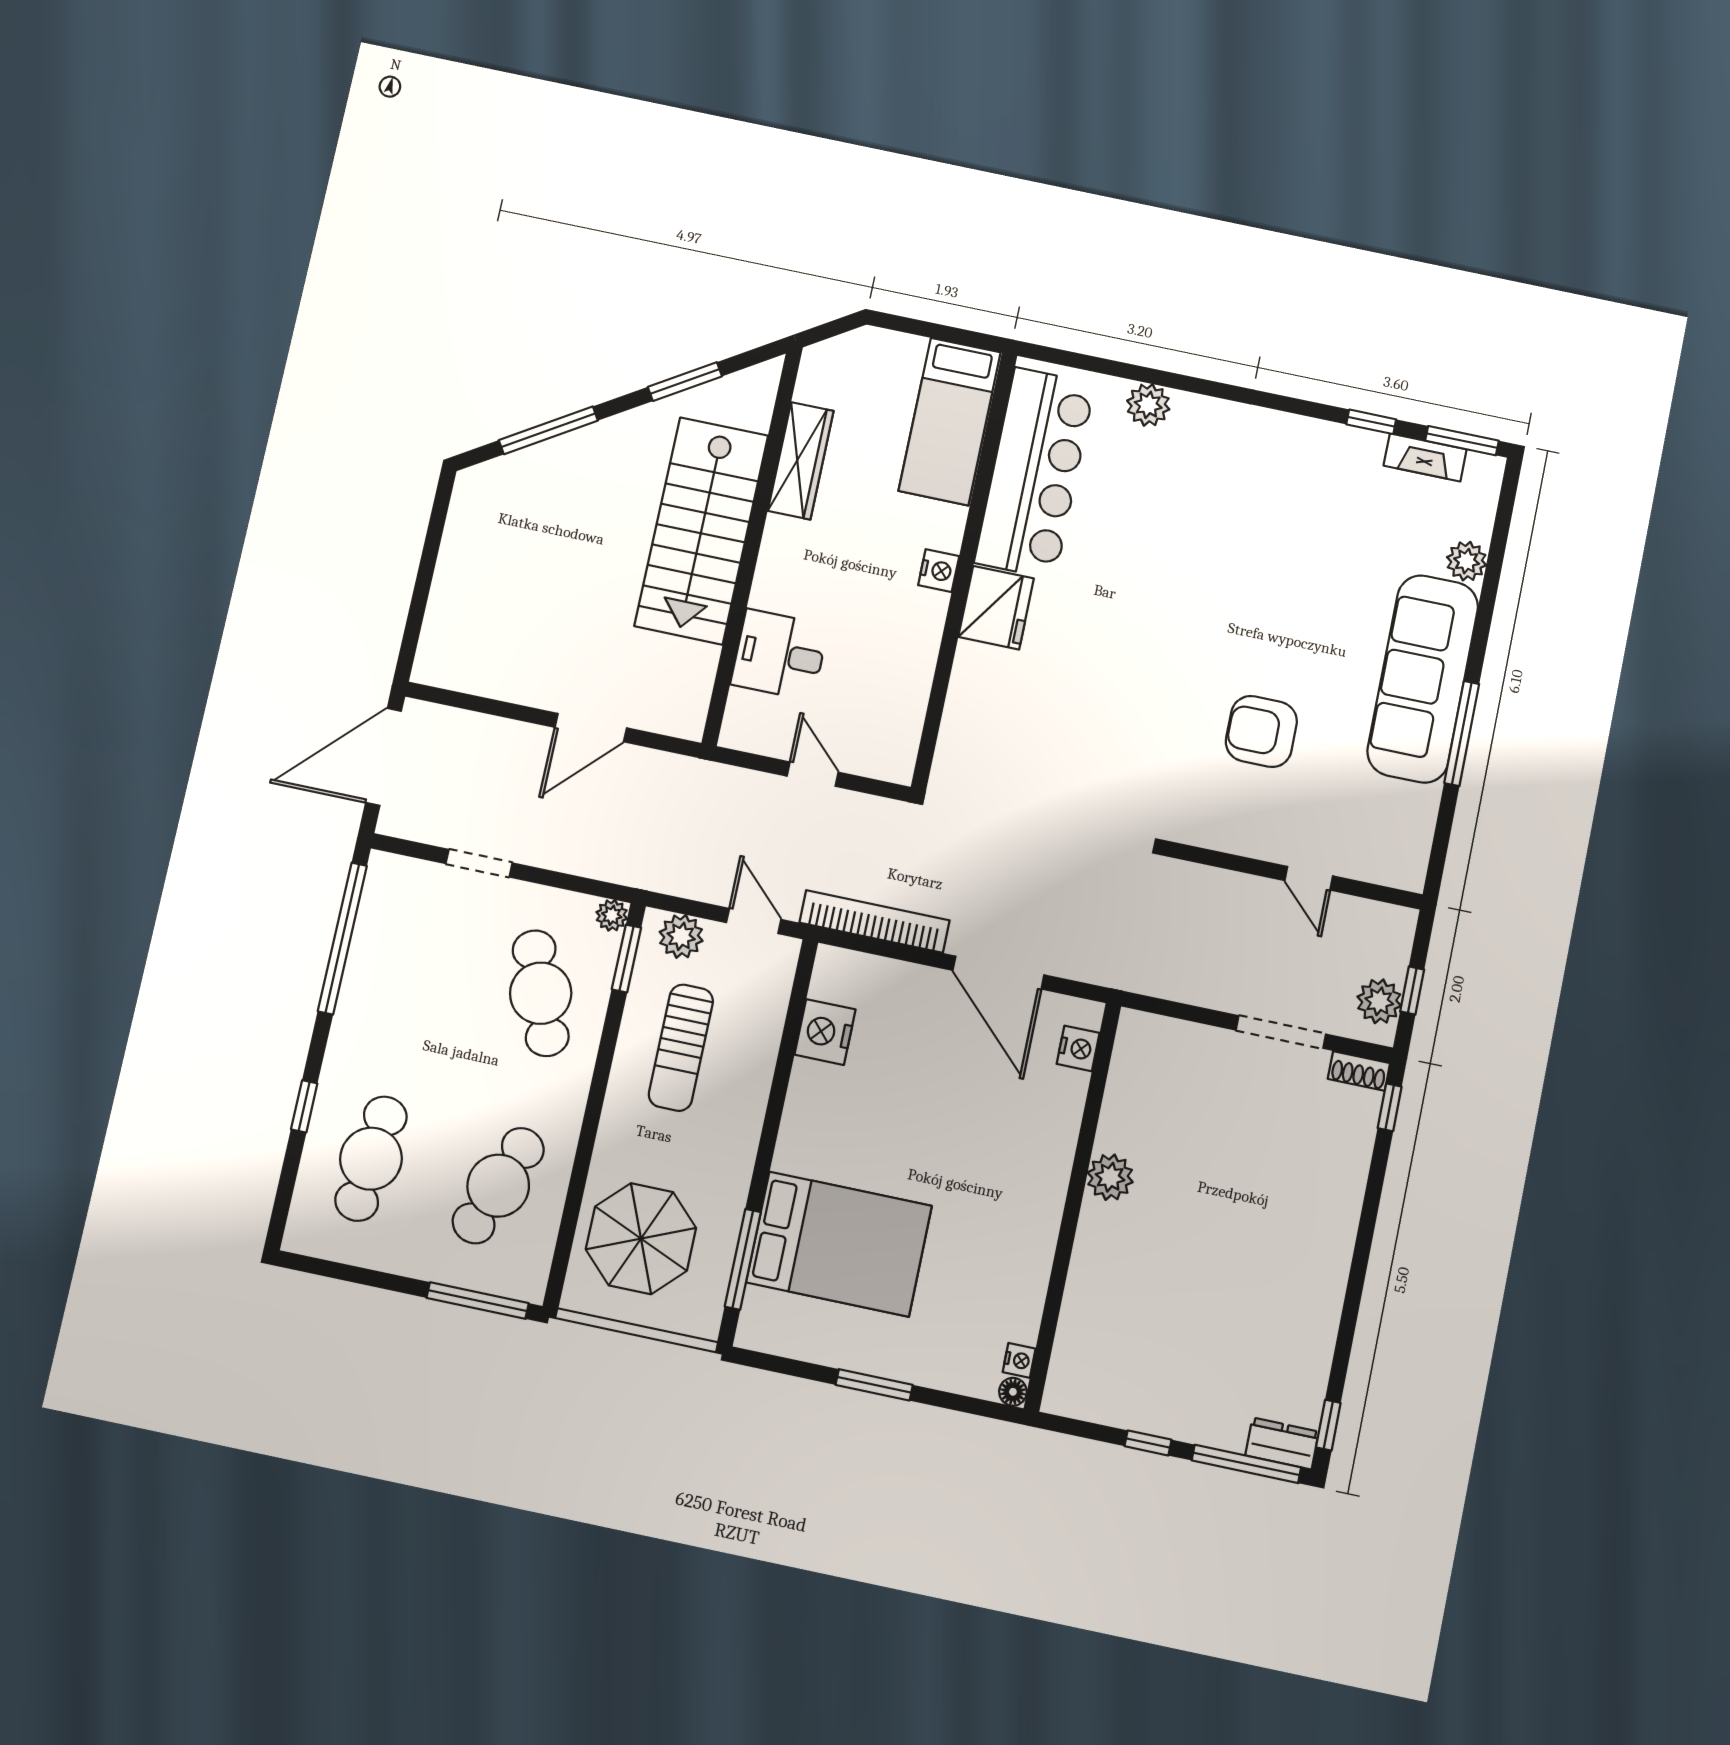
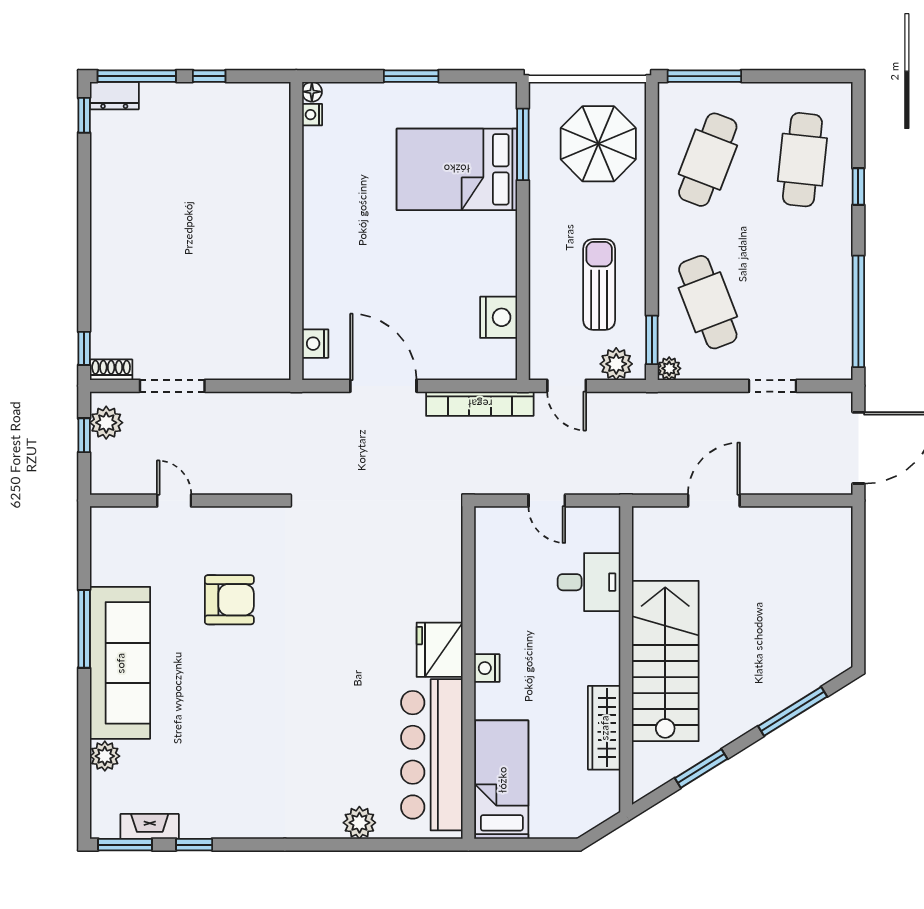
plant: (1110, 1177) -> (274, 257), removed

